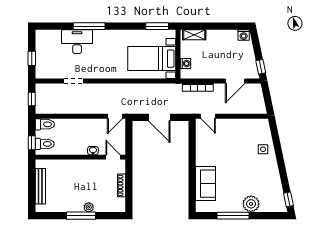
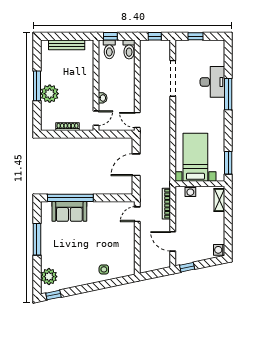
doorway: (73, 81) -> (173, 78), width x1.88
window: (192, 183) -> (70, 198), added
plant: (251, 204) -> (49, 277), moved
plant: (89, 207) -> (50, 94), width x1.87, depth x1.87

